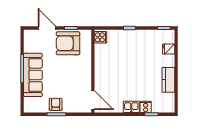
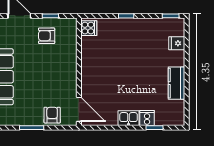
armchair: (68, 43) -> (47, 36), width x0.53, depth x0.53
armchair: (56, 104) -> (52, 115), moved

